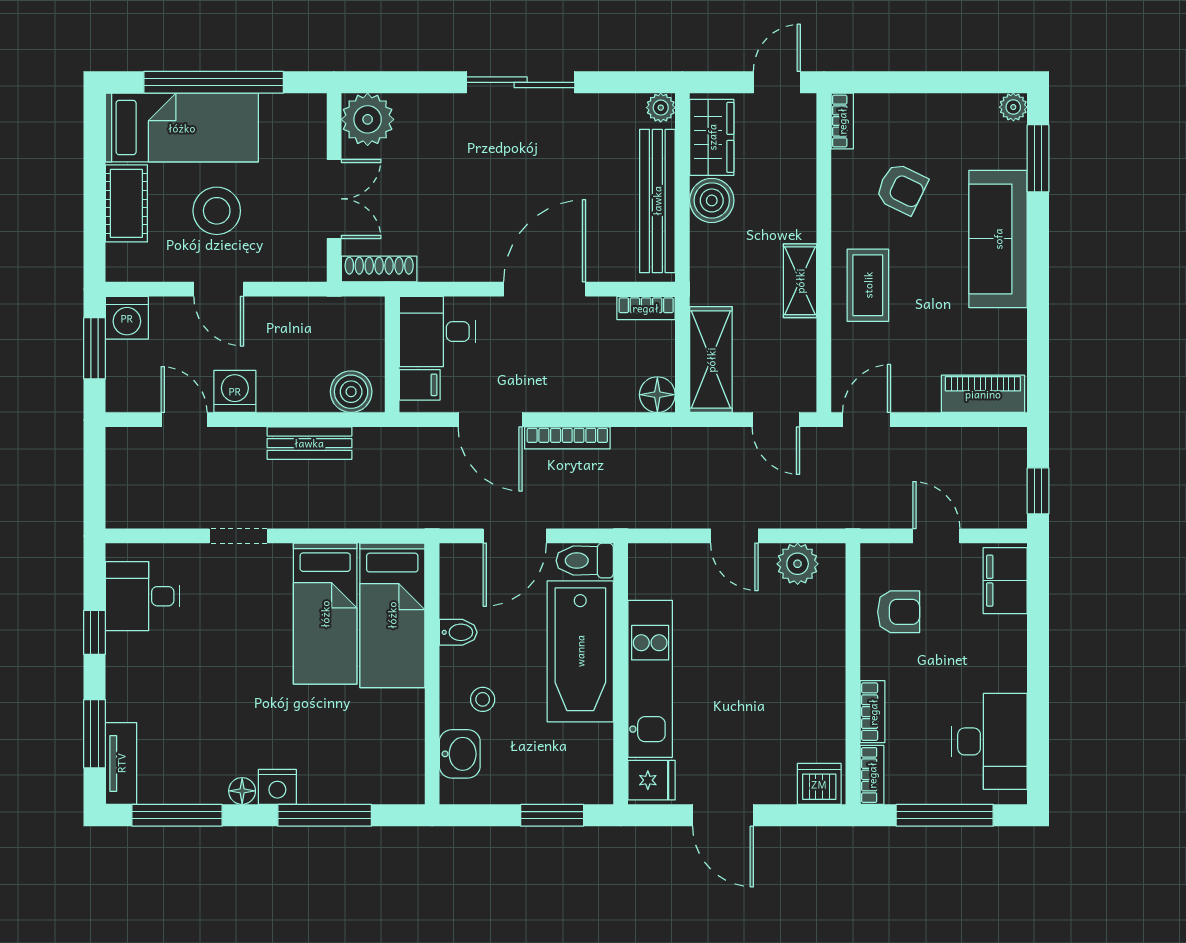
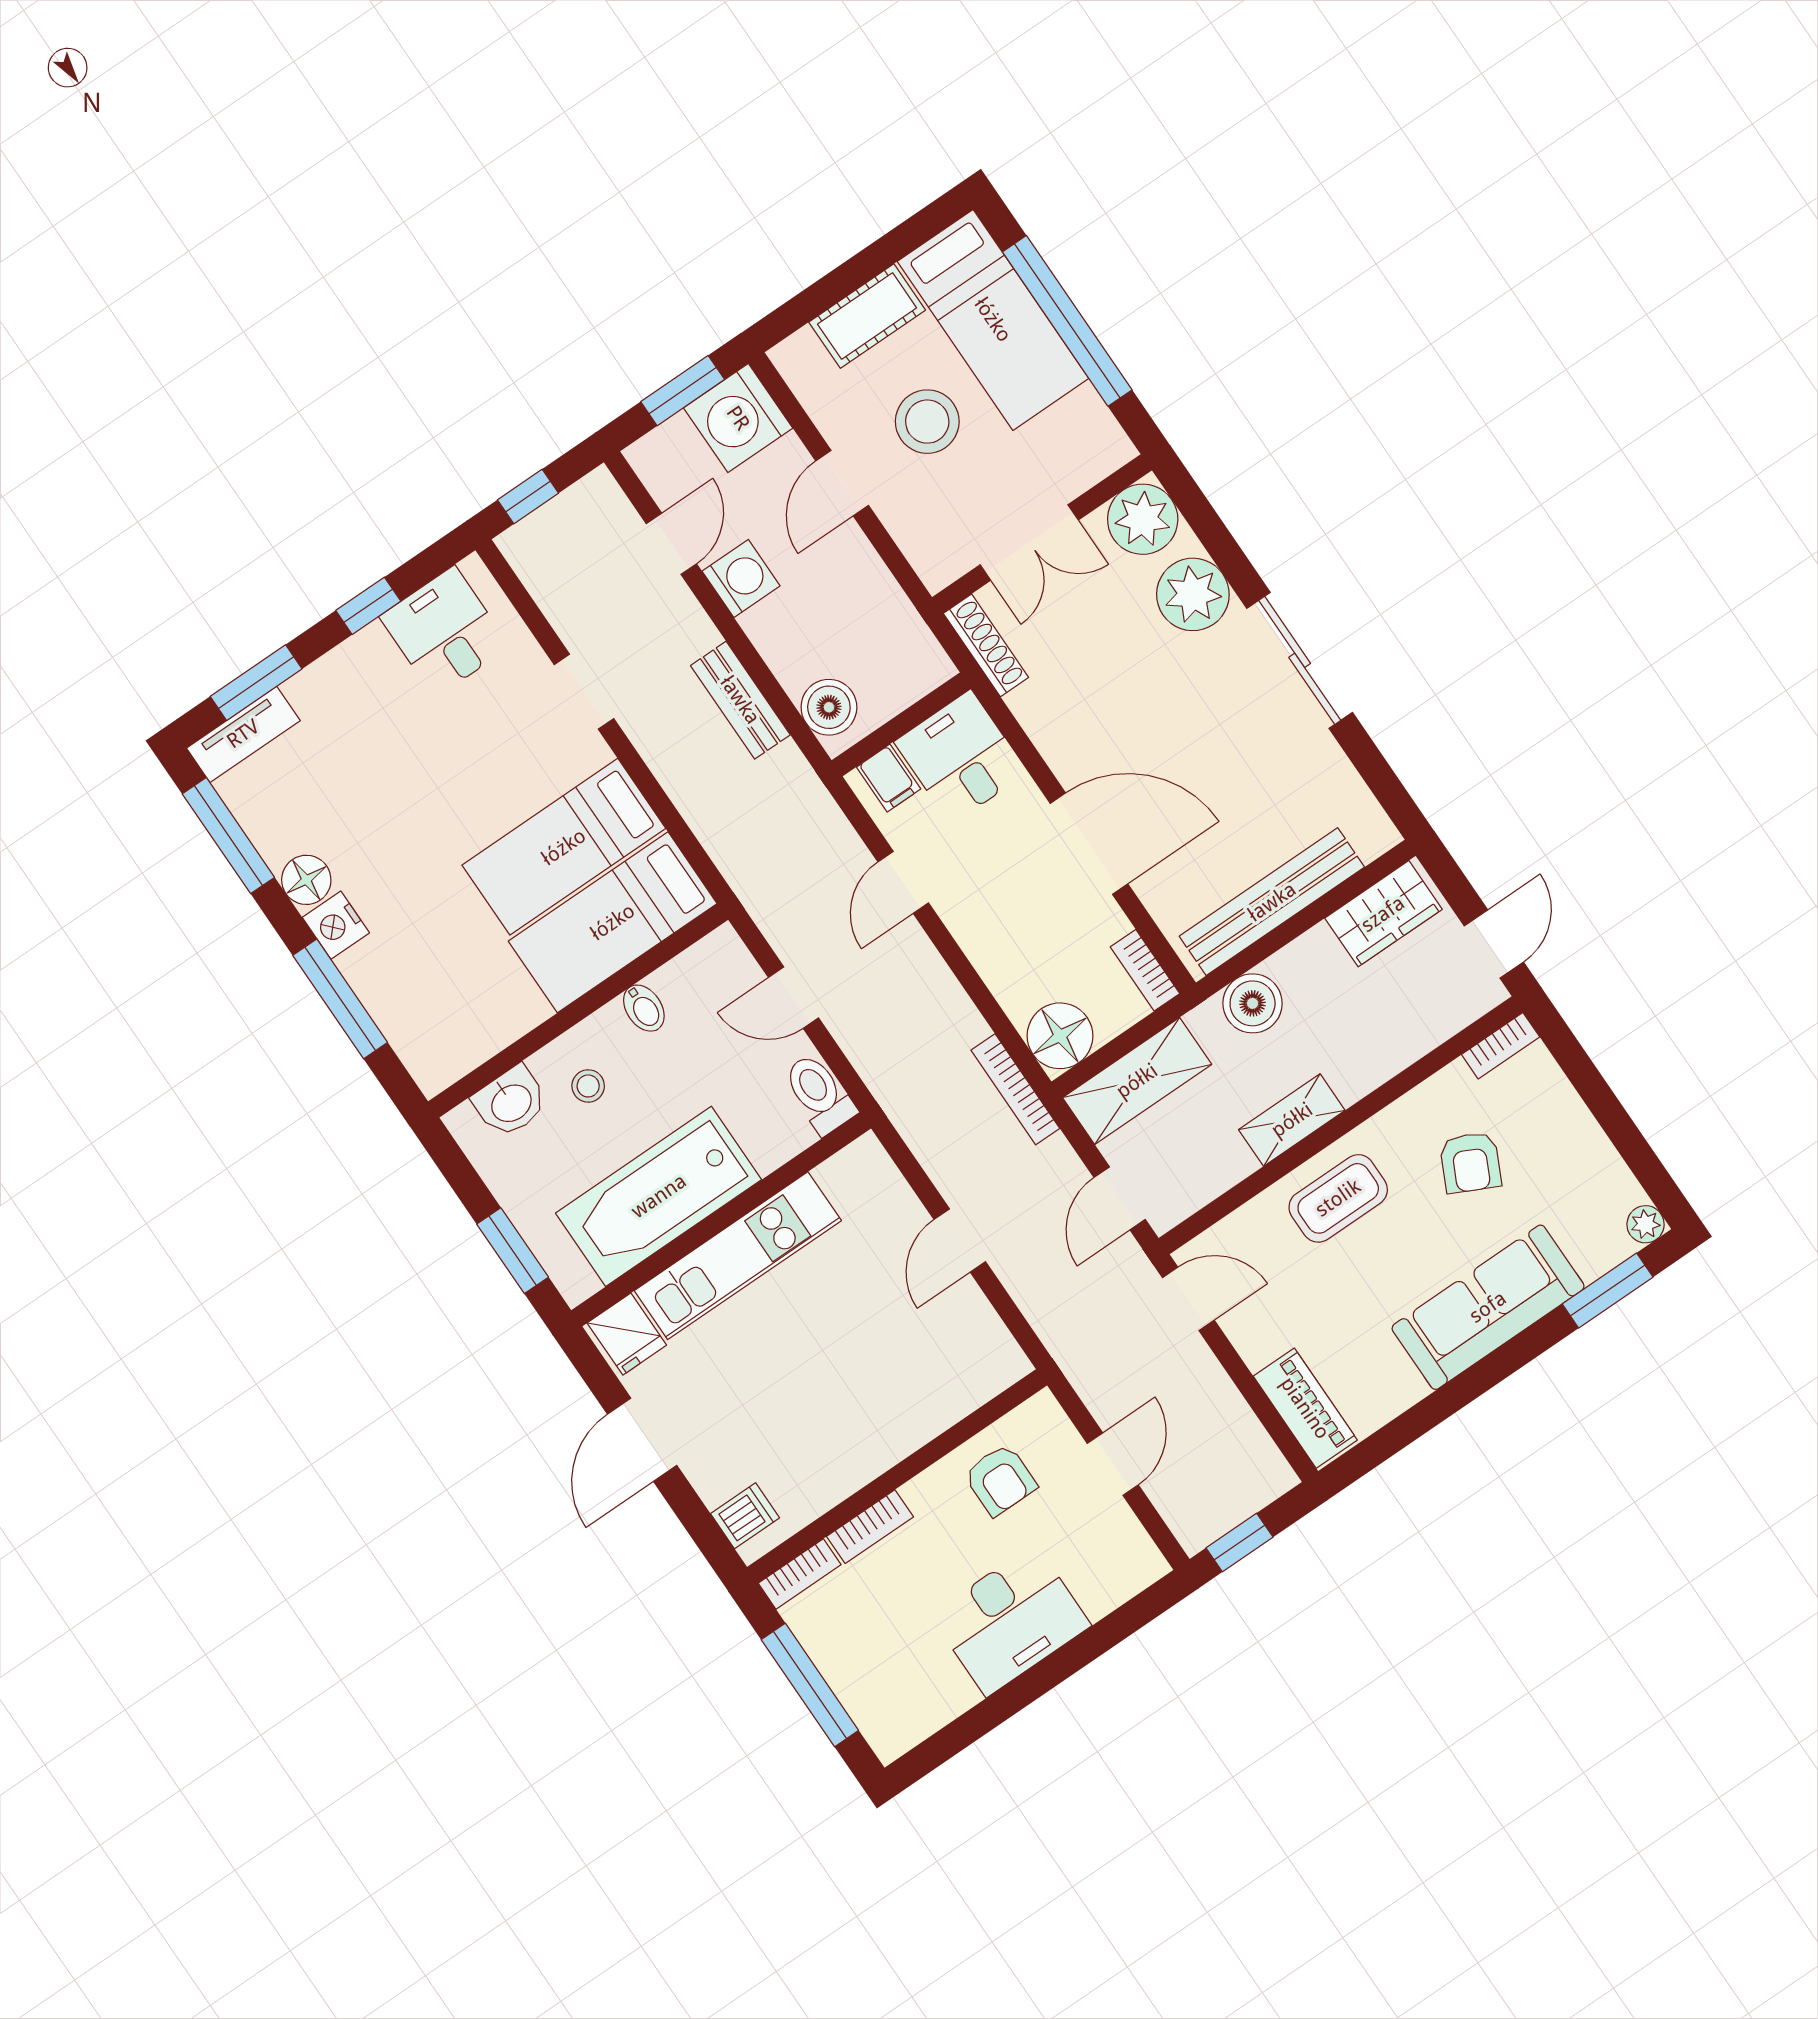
door: (777, 82) -> (1494, 944), hinge flipped
plant: (661, 108) -> (1193, 594), moved, width x1.88, depth x1.88
boiler: (712, 200) -> (1253, 1003), moved
washing machine: (127, 318) -> (738, 418), width x1.37, depth x1.37
floor lamp: (657, 395) -> (1060, 1036), width x1.38, depth x1.38
door: (490, 420) -> (903, 882), width x0.73
bookcase: (567, 438) -> (1015, 1089), moved
window: (95, 488) -> (528, 496), added
door: (515, 536) -> (793, 998), width x0.73
plant: (798, 564) -> (977, 1332), removed
filing cabinet: (1005, 581) -> (1115, 1574), removed
bathtub: (580, 651) -> (659, 1196), moved
desk: (989, 741) -> (1011, 1620), moved
dishwasher: (819, 784) -> (745, 1516), width x0.73
floor lamp: (242, 791) -> (306, 880), width x1.37, depth x1.37

